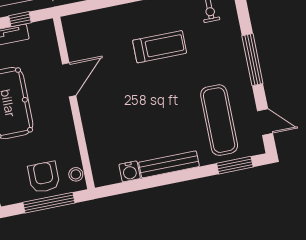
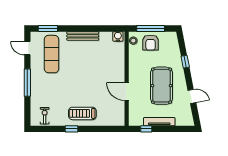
treadmill: (160, 47) -> (82, 113), moved
door: (69, 80) -> (127, 92), hinge flipped
water cooler: (130, 171) -> (118, 36), moved

